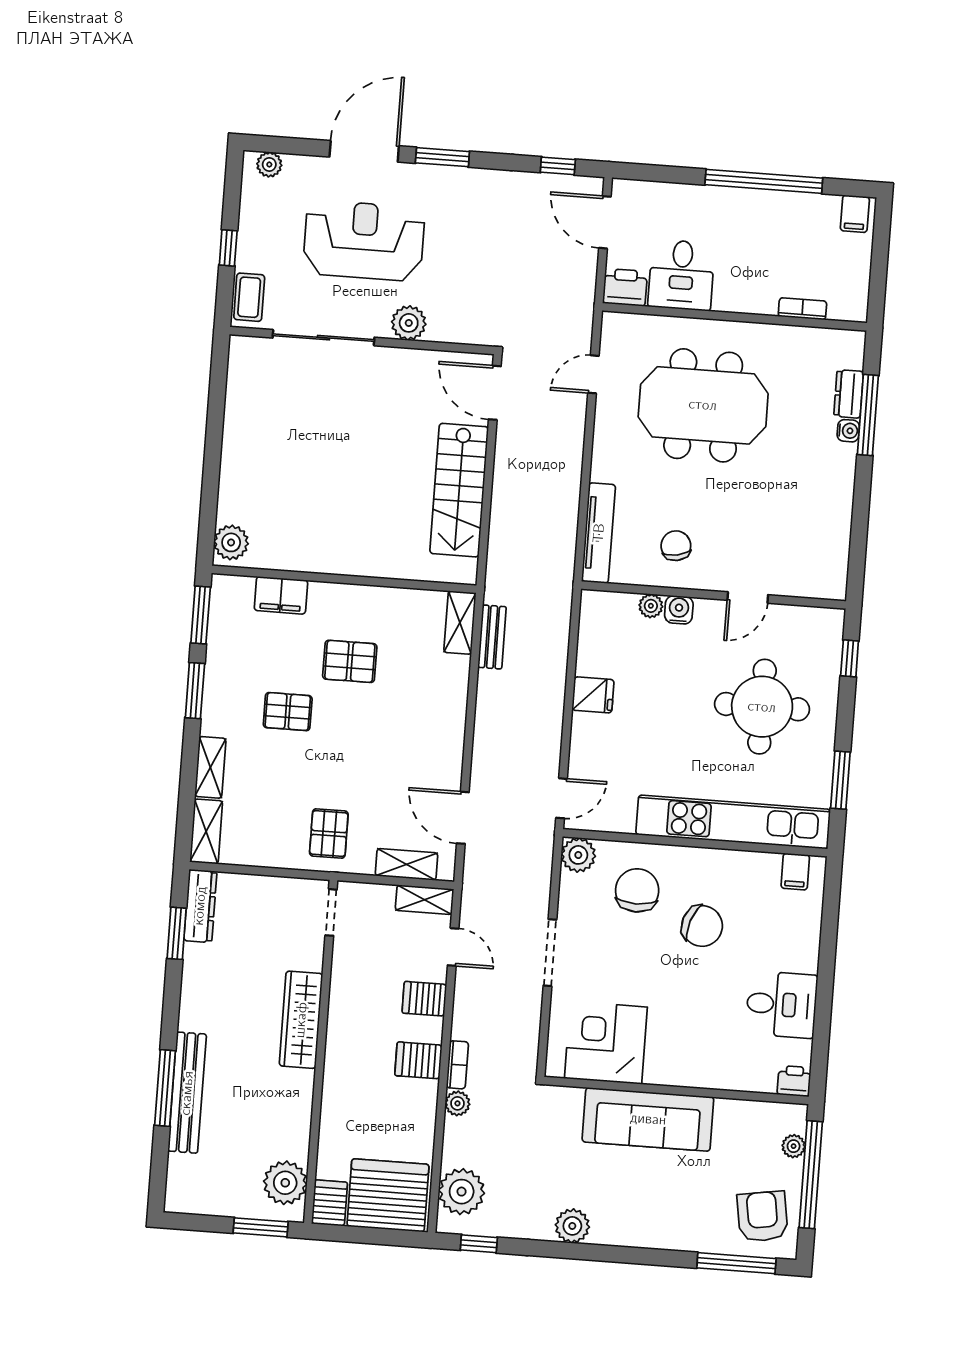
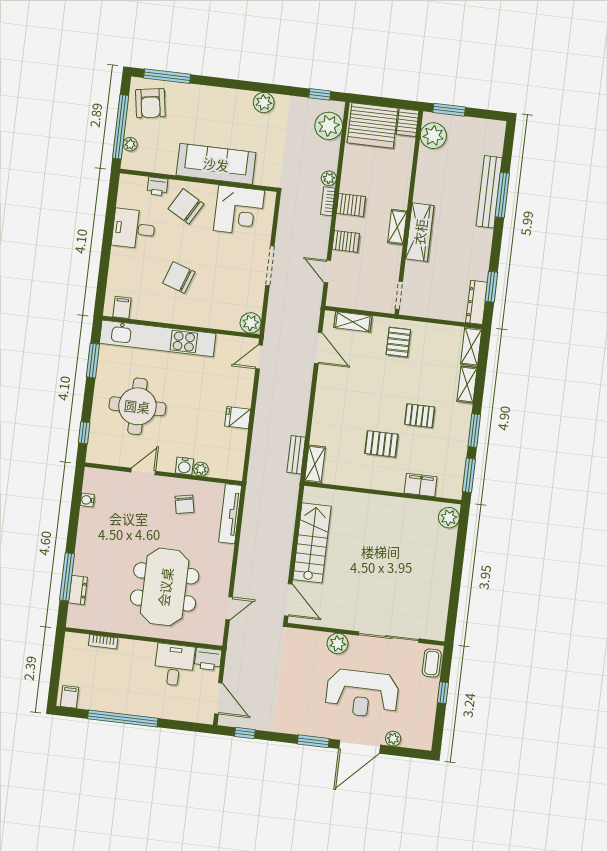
plant: (269, 164) -> (393, 739), moved
meeting table: (703, 405) -> (165, 587), turned 90
water cooler: (848, 431) -> (87, 500), moved
chair: (637, 890) -> (186, 206), moved, turned 120
shelving: (424, 900) -> (397, 227), moved, turned 90
printer: (794, 1081) -> (157, 186), moved

